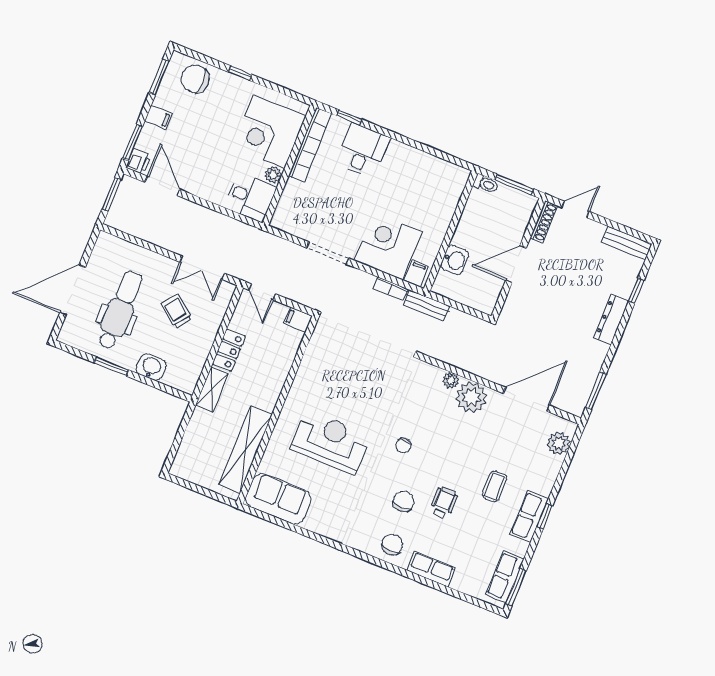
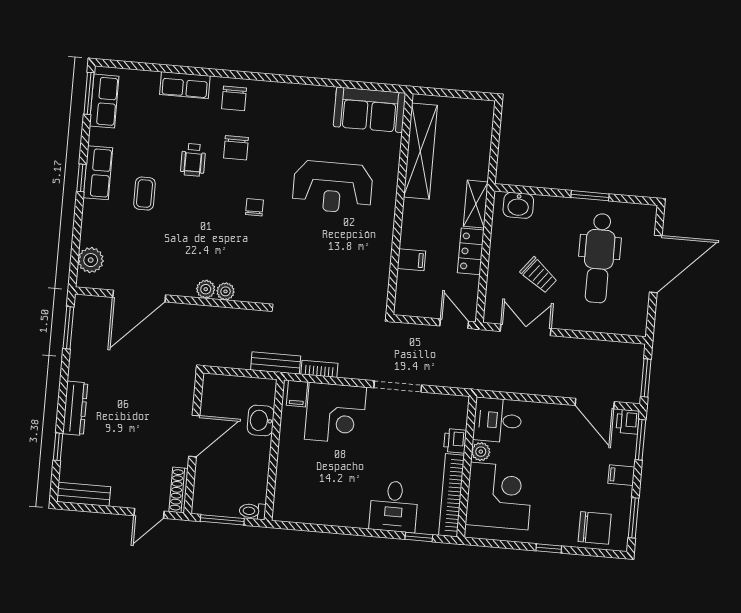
printer: (293, 191) -> (455, 441), added
filing cabinet: (298, 320) -> (411, 260), moved
washbasin: (151, 367) -> (518, 205), moved
plant: (471, 397) -> (206, 289), width x0.53, depth x0.53

